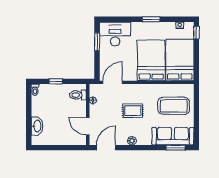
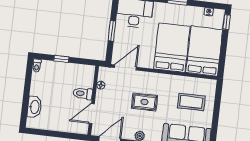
window: (97, 42) -> (112, 31), moved
toilet: (78, 95) -> (83, 94), moved
coffee table: (174, 106) -> (191, 102), width x0.73, depth x0.76
door: (88, 126) -> (92, 114), hinge flipped

